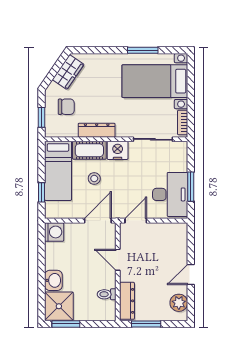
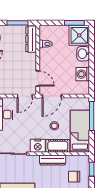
window: (41, 192) -> (92, 116), width x2.17
washing machine: (54, 232) -> (83, 74), moved
door: (118, 260) -> (38, 78), moved

